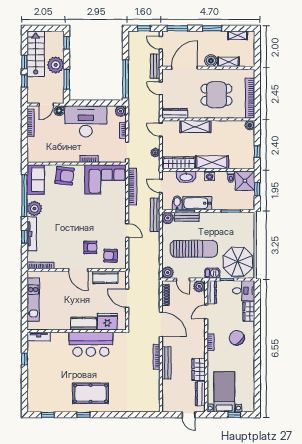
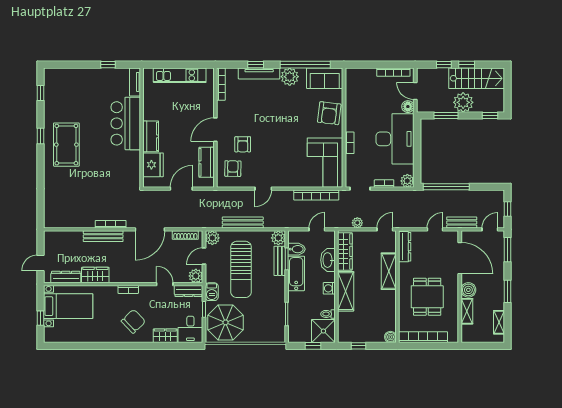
bench: (155, 215) -> (243, 222), moved
bar counter: (91, 344) -> (126, 123), moved

